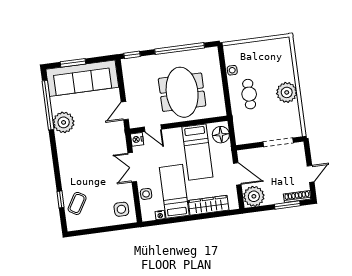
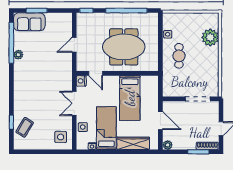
sofa: (82, 78) -> (29, 22), width x0.54, depth x0.79
meeting table: (182, 92) -> (124, 47), turned 90
plant: (287, 92) -> (210, 37), moved
door: (125, 111) -> (74, 45), moved
plant: (64, 122) -> (18, 55), width x0.53, depth x0.53
floor lamp: (221, 135) -> (151, 86), removed
plant: (254, 196) -> (168, 145), width x0.53, depth x0.53

